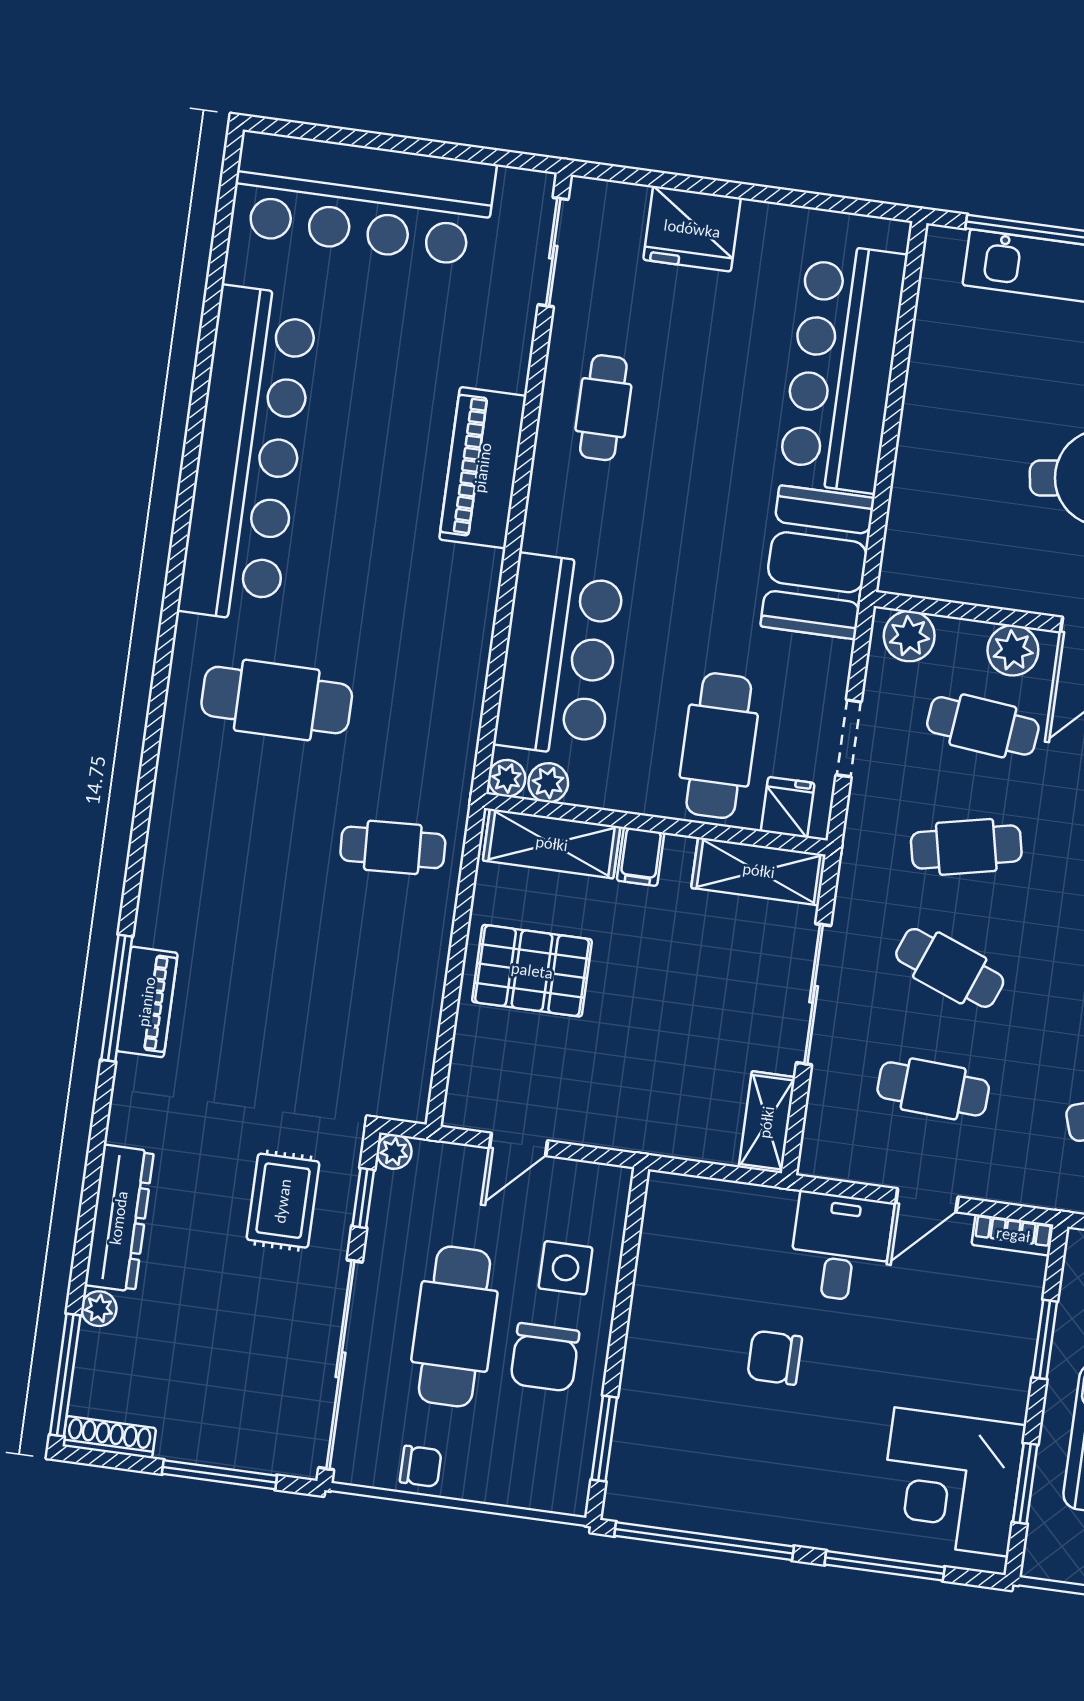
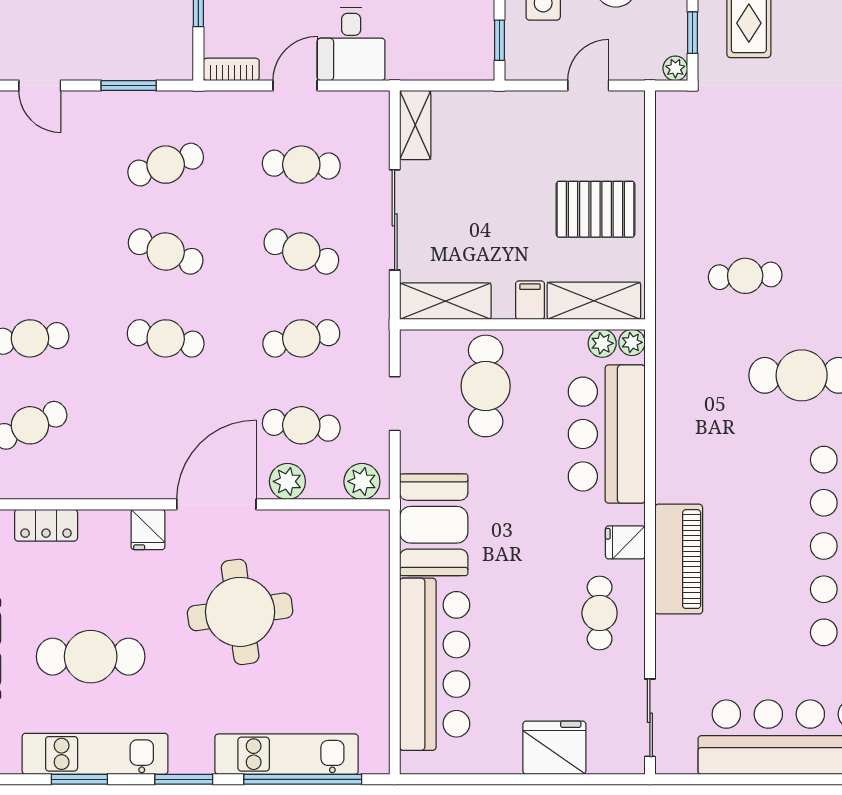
fridge: (788, 807) -> (625, 542), moved, turned 90
cafe table: (393, 847) -> (745, 276), moved
window: (634, 1224) -> (499, 40), added

